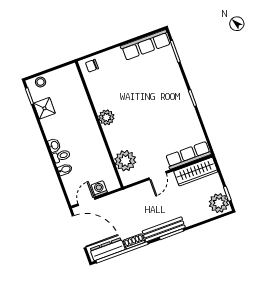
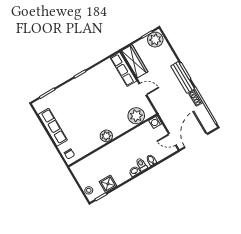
row of seats: (146, 45) -> (53, 127), moved
washing machine: (99, 189) -> (155, 122), moved
dresser: (107, 249) -> (205, 117), removed

